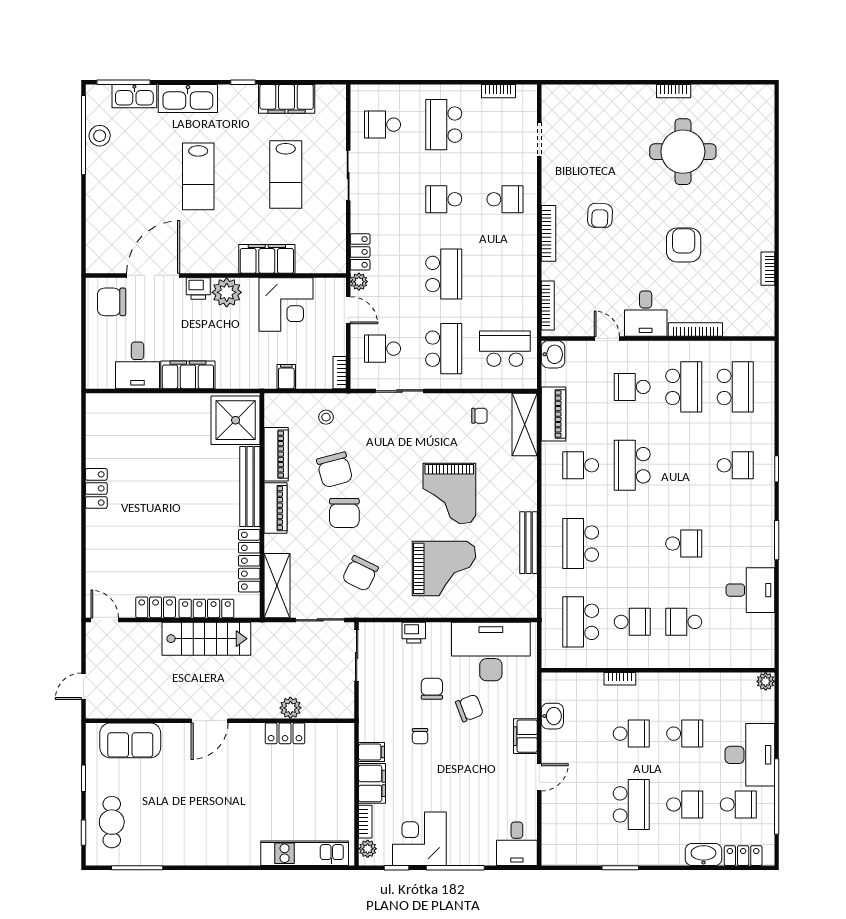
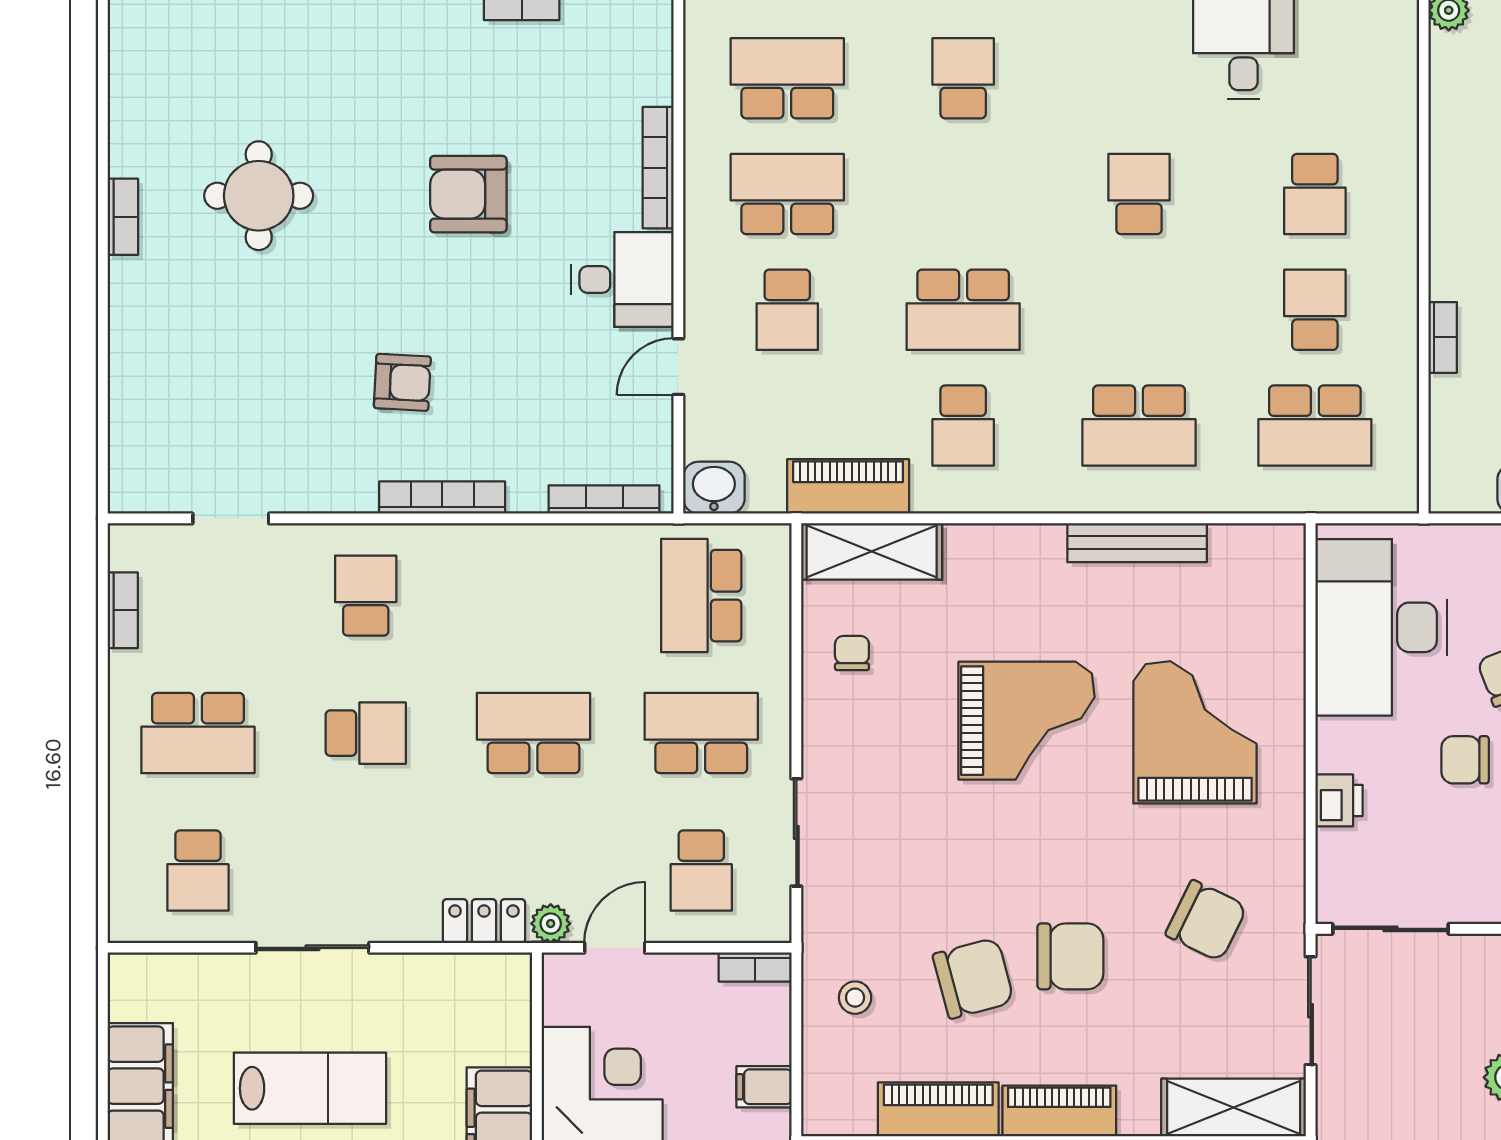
round table: (683, 152) -> (259, 196), width x0.73, depth x0.73
school desk: (444, 199) -> (366, 733), turned -90

